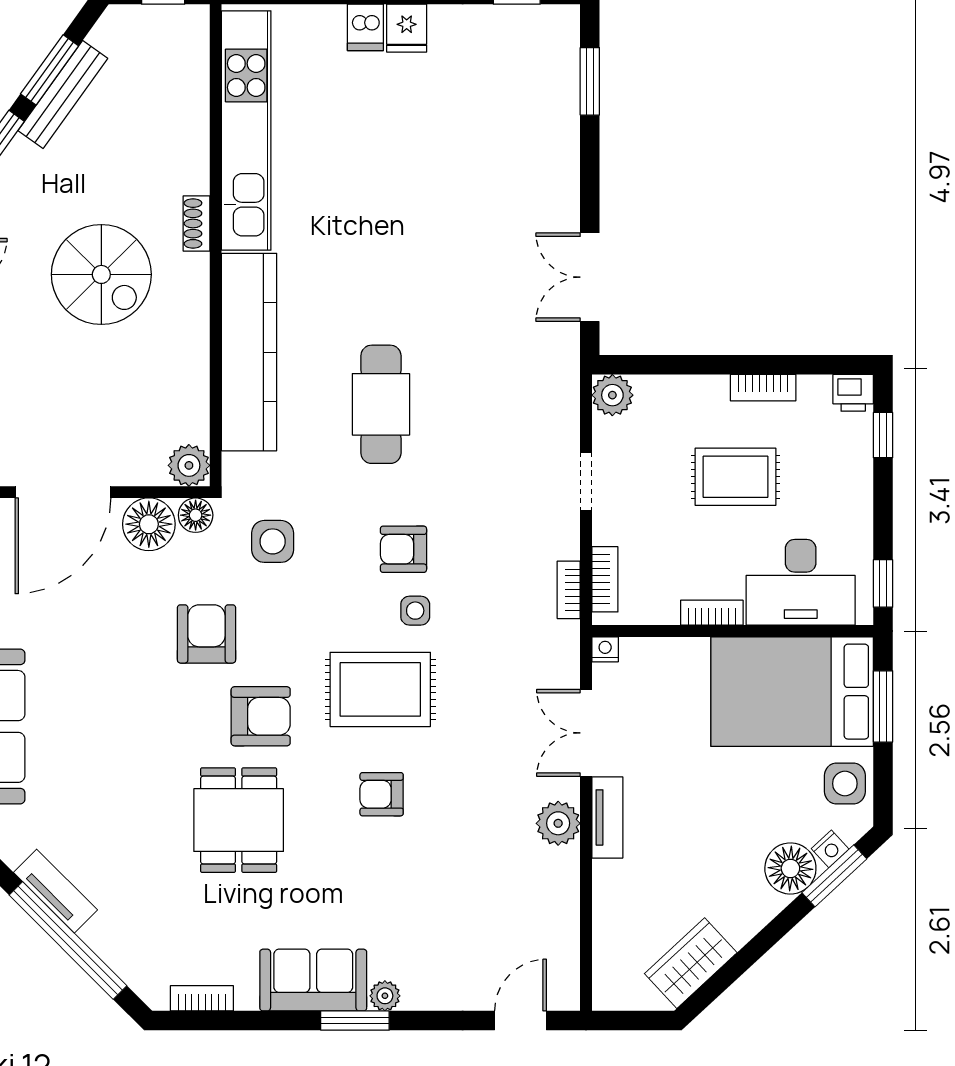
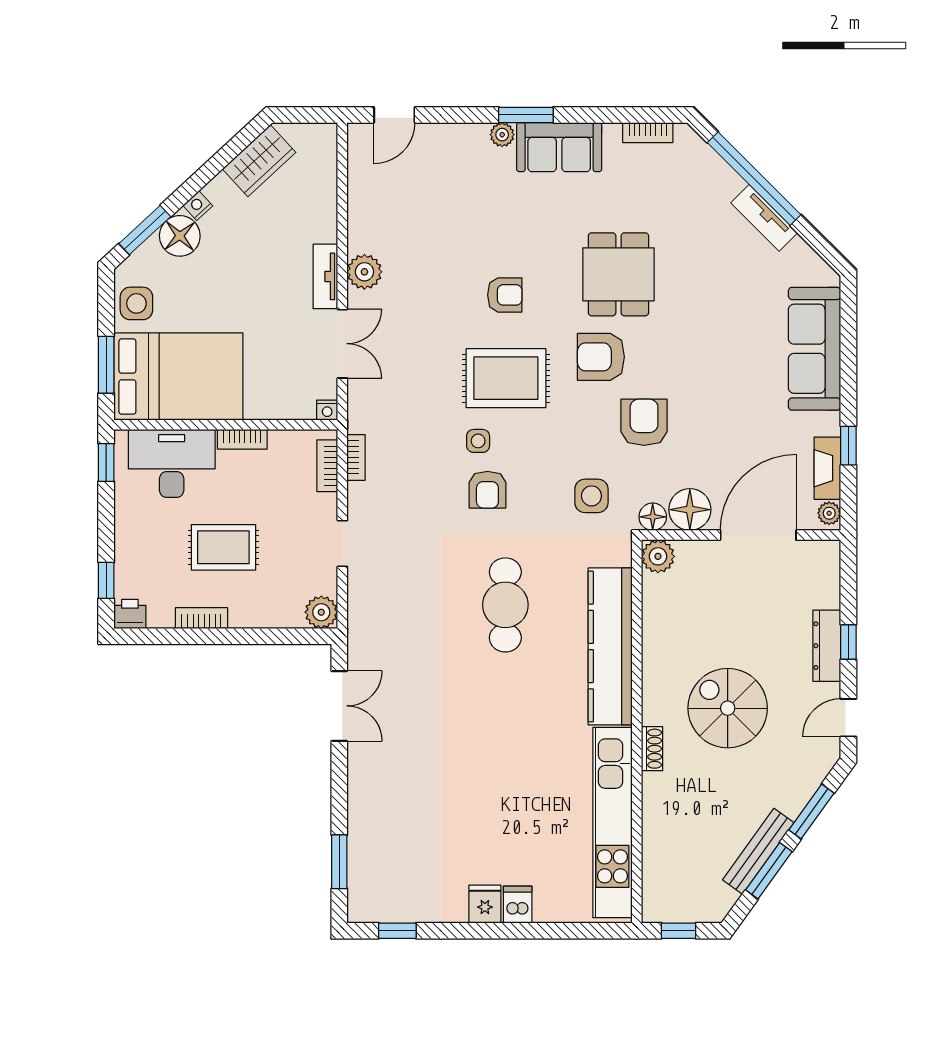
armchair: (403, 549) -> (487, 490), turned 90
armchair: (206, 634) -> (644, 422), turned 180
nightstand: (830, 849) -> (198, 206), moved

